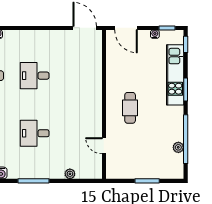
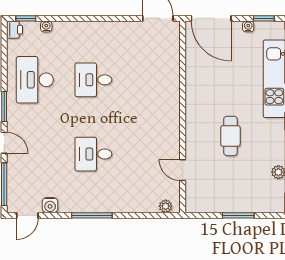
door: (126, 28) -> (211, 18), width x1.36
cafe table: (130, 108) -> (230, 136), moved
plant: (70, 174) -> (166, 206), moved

